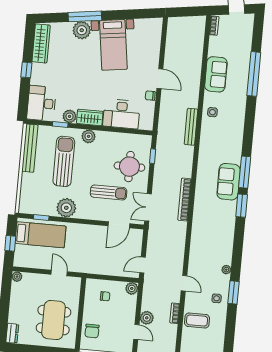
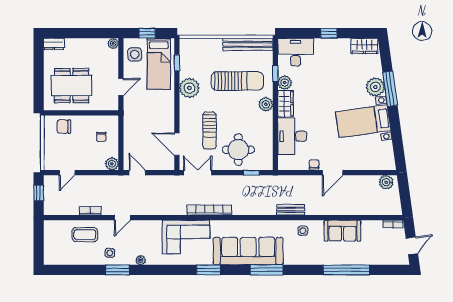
wardrobe: (41, 43) -> (364, 46), width x0.67
bench: (191, 127) -> (291, 210), width x0.73
window: (245, 172) -> (266, 270), moved
sofa: (229, 182) -> (248, 251), width x1.85, depth x1.27
corner sofa: (208, 224) -> (186, 237), added
side table: (29, 257) -> (135, 54), added
plant: (147, 318) -> (386, 182), moved
coffee table: (197, 321) -> (85, 235), turned 90

